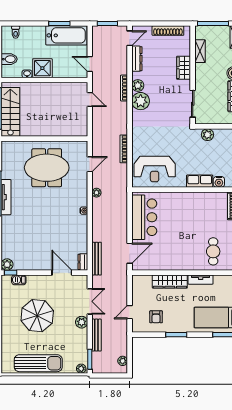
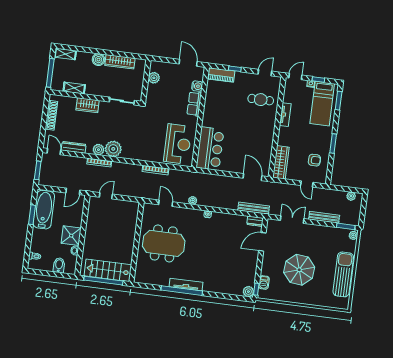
plant: (207, 135) -> (154, 78), moved
meeting table: (47, 168) -> (164, 243), turned 90
bar counter: (144, 217) -> (210, 149), moved, turned 90
wardrobe: (170, 281) -> (281, 162), moved
plant: (82, 322) -> (310, 230), removed

